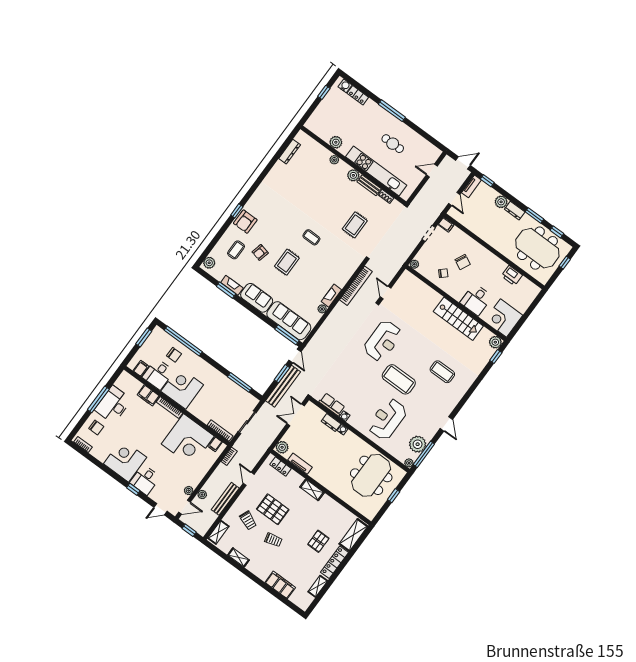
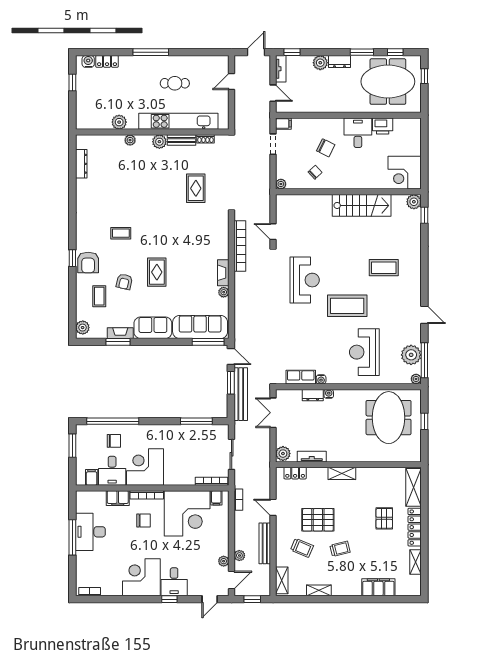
coffee table: (311, 237) -> (121, 233), moved
desk: (476, 300) -> (358, 133), moved, turned 180
chair: (96, 428) -> (143, 521), moved

